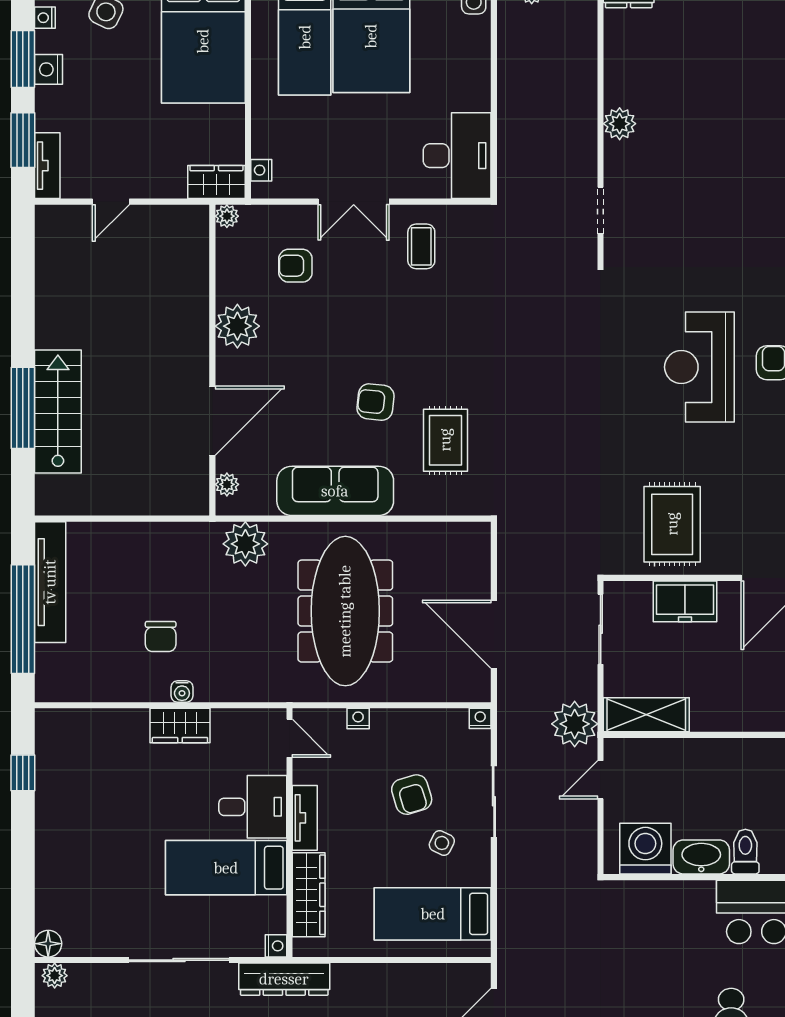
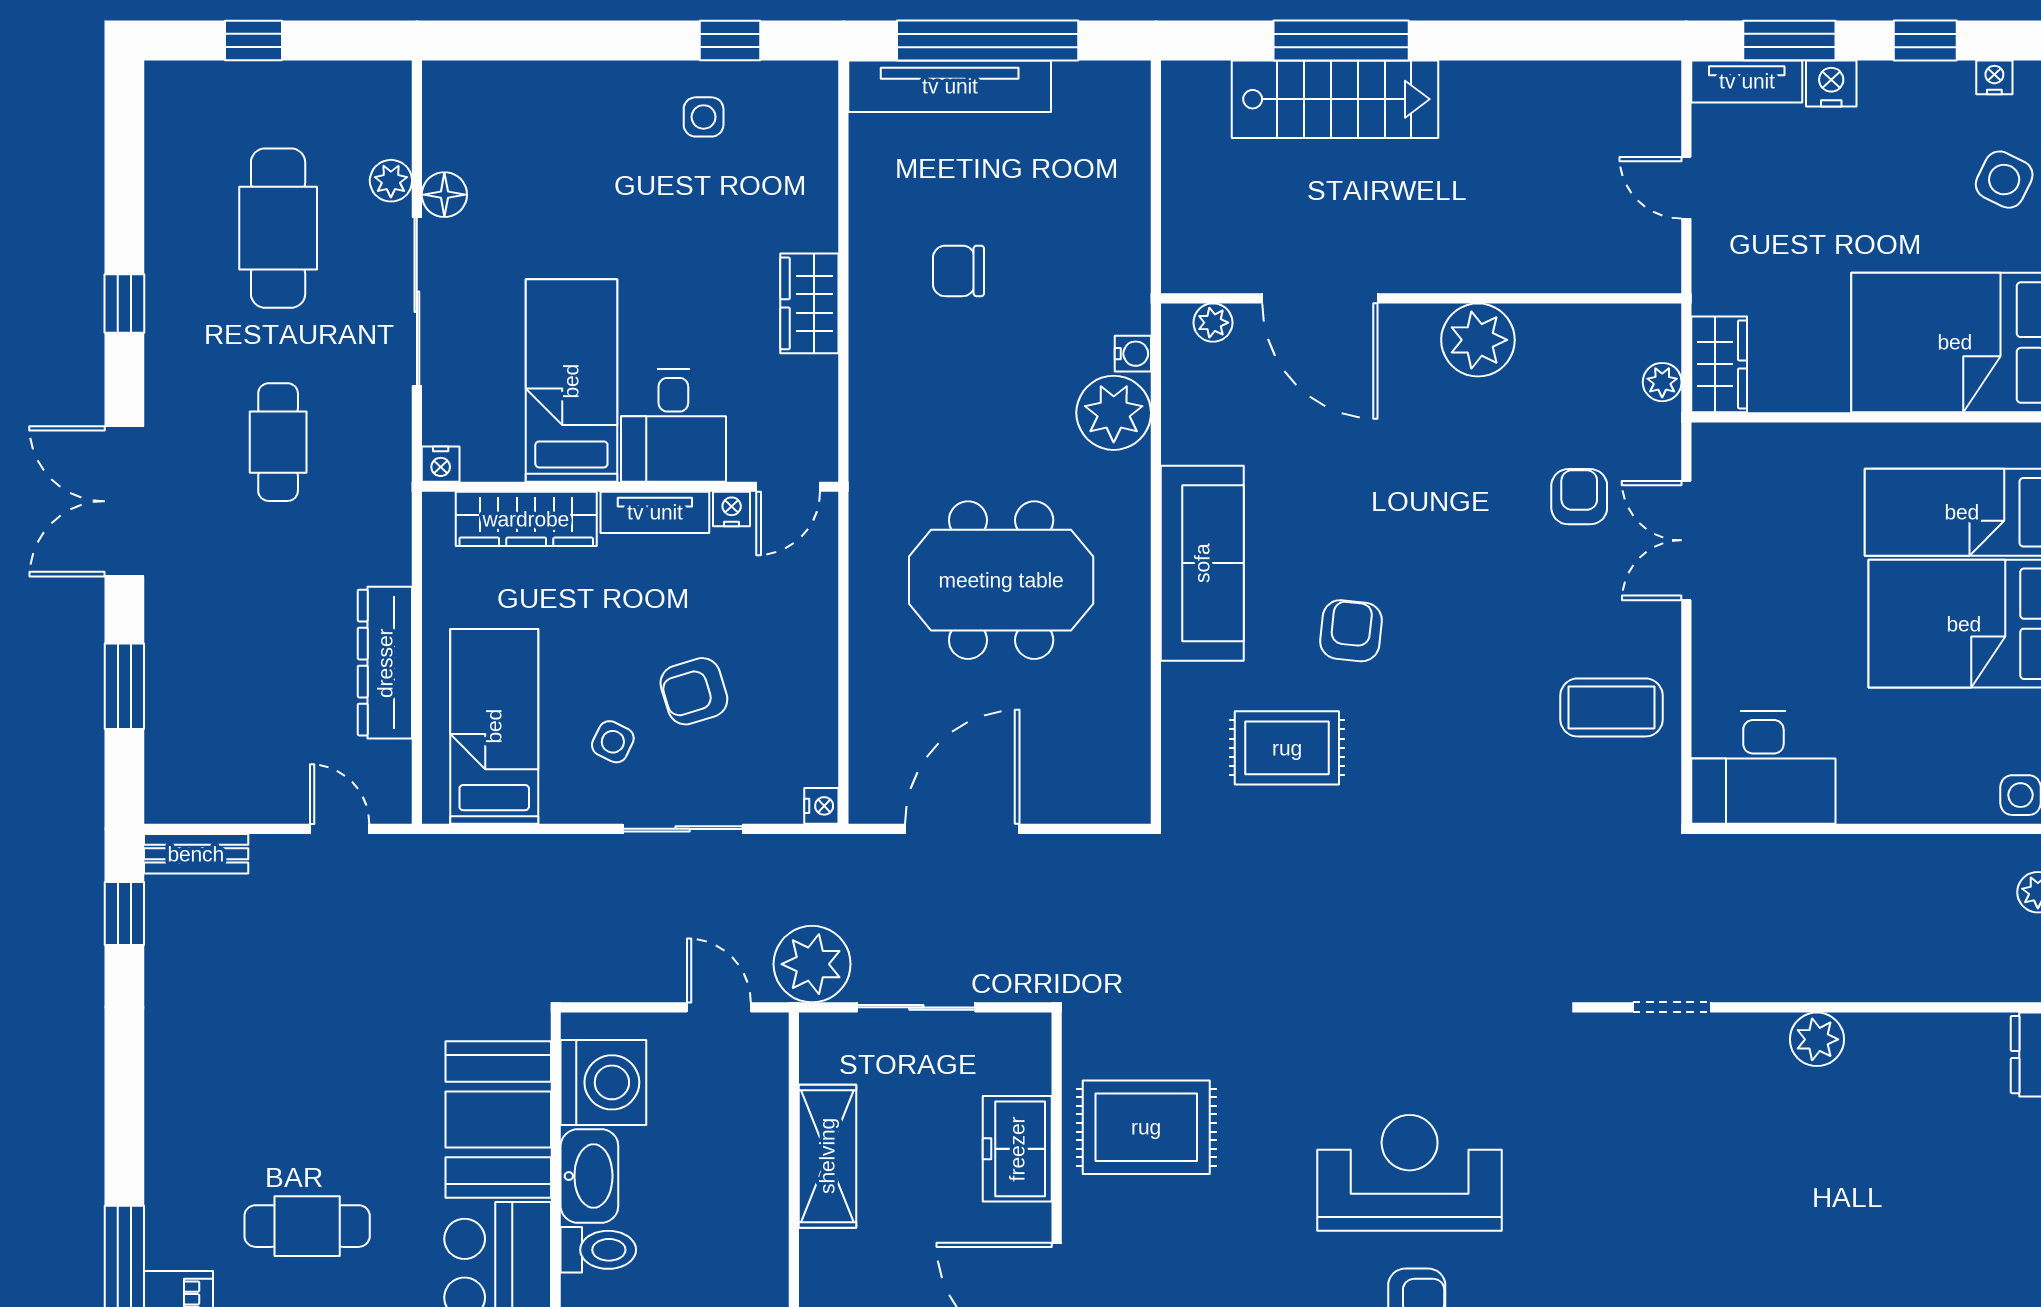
window: (23, 59) -> (1925, 40), width x0.67
nightstand: (49, 69) -> (1831, 83), moved
nightstand: (261, 170) -> (1739, 439), removed
double door: (354, 202) -> (1686, 540), moved
coffee table: (421, 246) -> (1611, 707), width x1.36, depth x1.30
plant: (237, 326) -> (1478, 340), moved
wall: (212, 360) -> (1421, 298), moved
door: (212, 421) -> (1320, 298), moved
plant: (227, 484) -> (1213, 323), moved
tv unit: (50, 582) -> (950, 86), moved
meeting table: (345, 611) -> (1001, 580), width x0.73
sliding door: (601, 629) -> (916, 1007), moved
water cooler: (182, 692) -> (1133, 354), moved, turned 180
shelving: (646, 715) -> (827, 1156), moved
nightstand: (358, 719) -> (732, 509), moved, turned -90
side table: (69, 789) -> (704, 117), added
booth: (667, 911) -> (498, 1119), added
floor lamp: (48, 944) -> (444, 195), moved
plant: (55, 976) -> (391, 181), moved
dresser: (284, 979) -> (385, 663), moved

